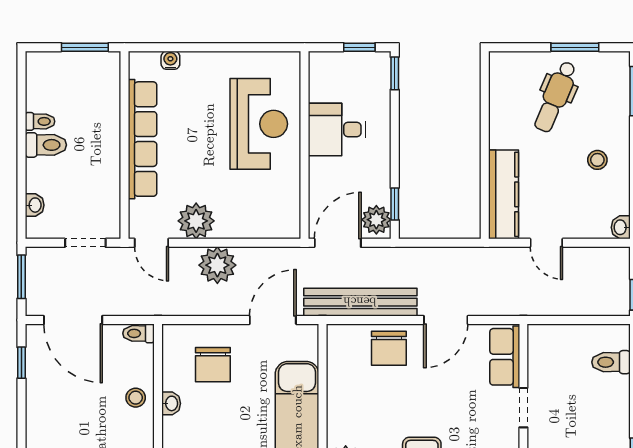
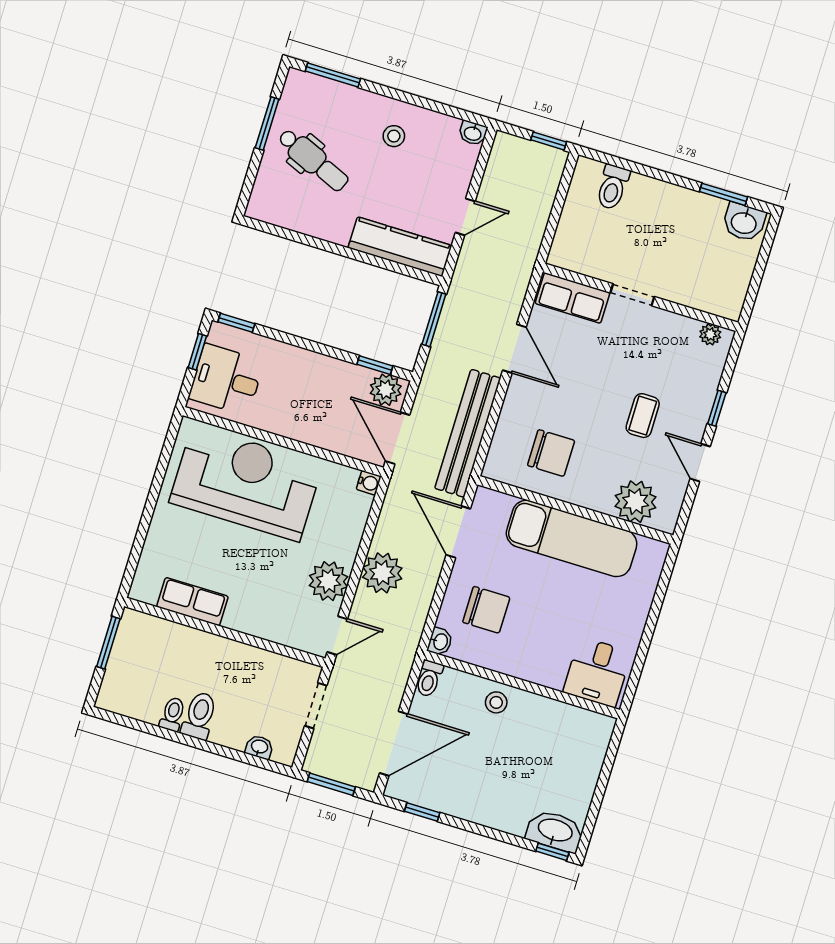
water cooler: (170, 60) -> (369, 483), moved, turned 180
reception desk: (259, 124) -> (246, 483), width x1.36, depth x1.30
desk: (337, 129) -> (226, 380), moved, turned 90
row of seats: (142, 139) -> (192, 602), width x0.50
window: (450, 243) -> (434, 319), added
chair: (389, 348) -> (551, 453), moved
washbasin: (171, 403) -> (440, 642), moved, turned 90

